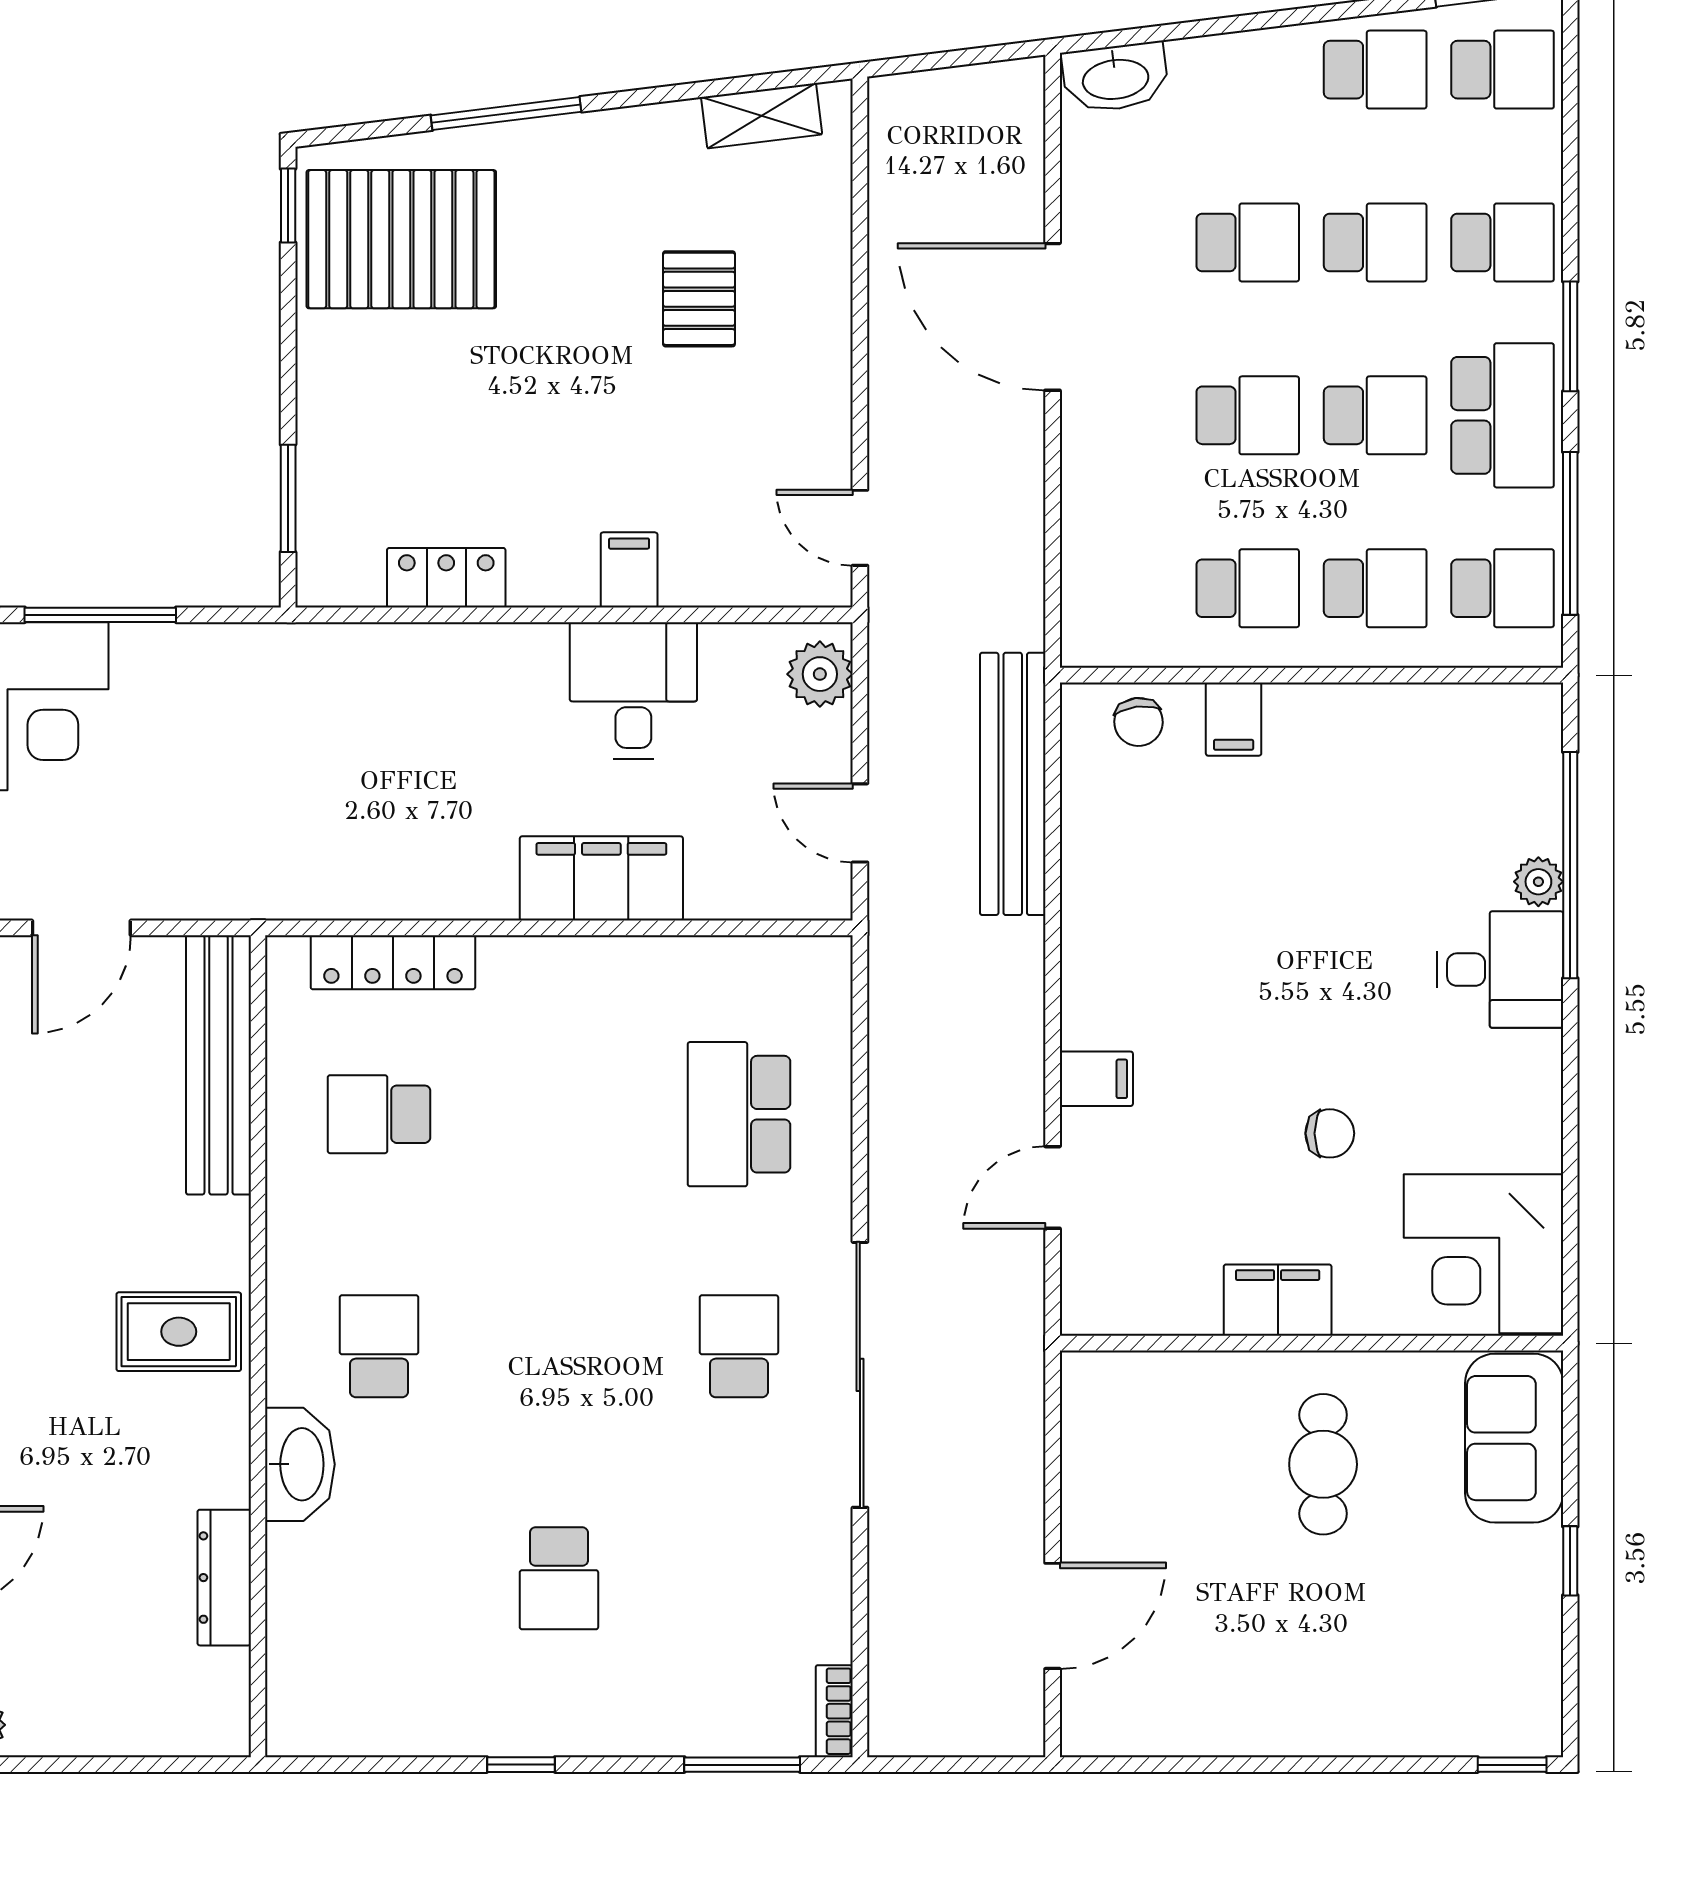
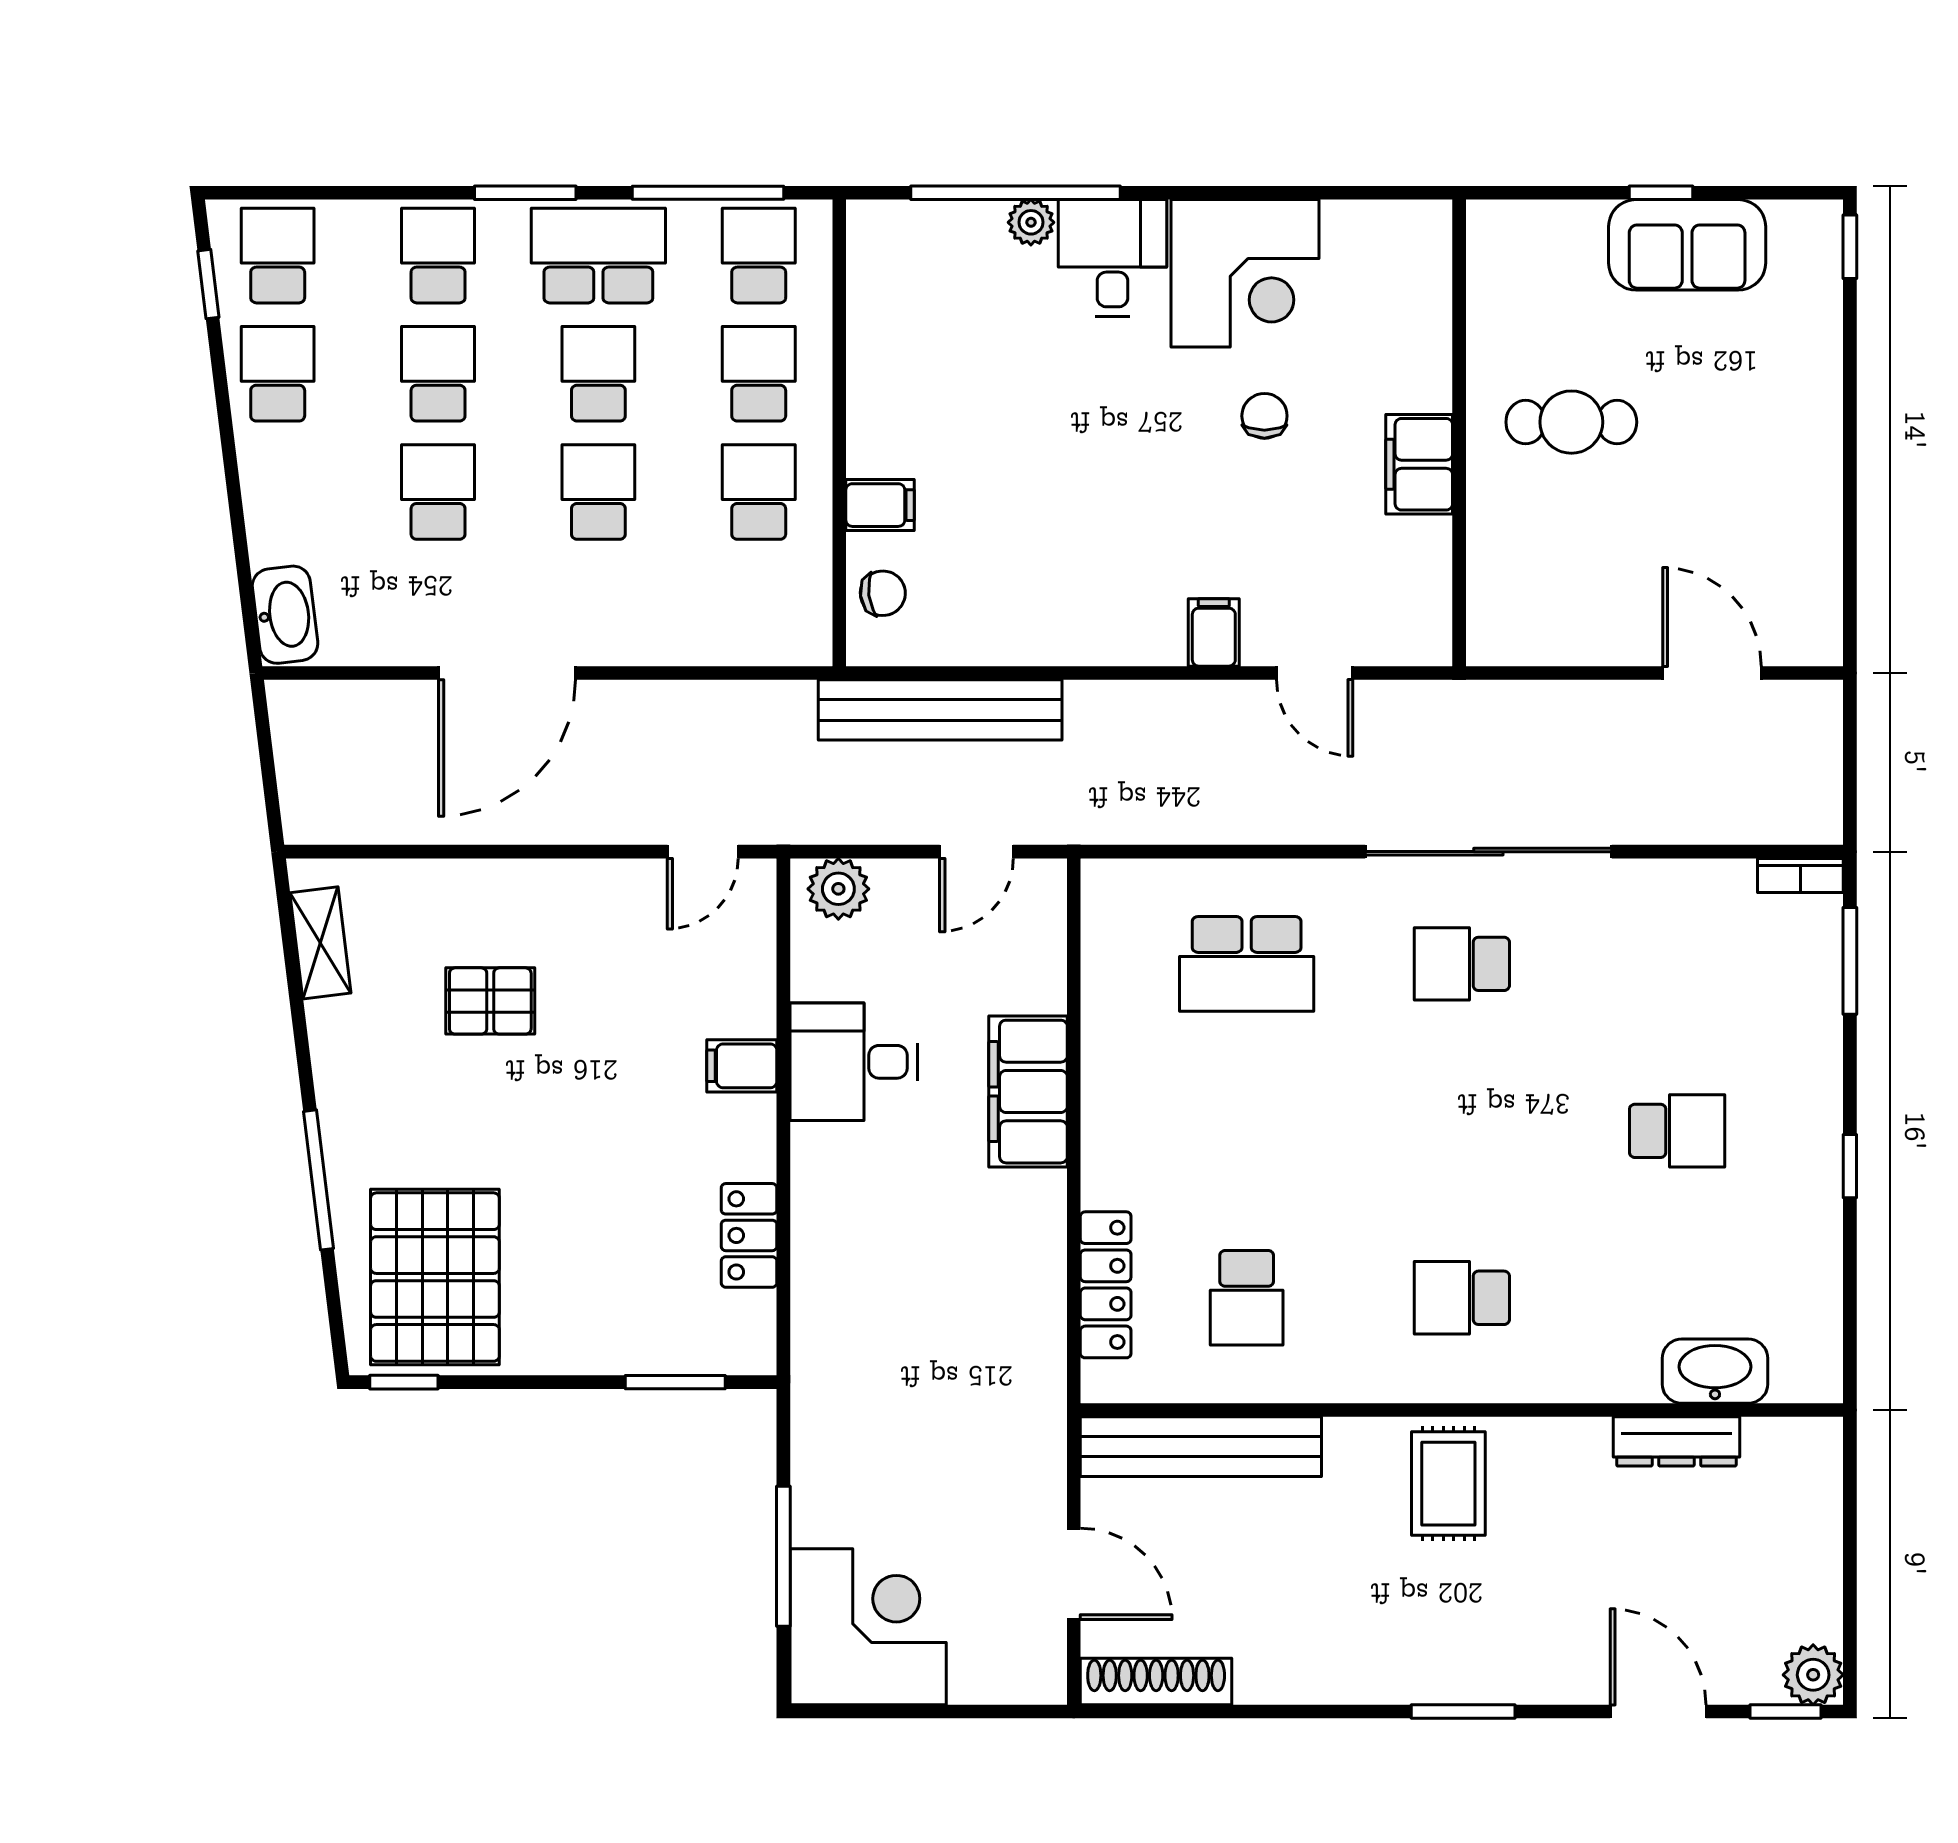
corner desk: (1483, 1254) -> (1245, 273), moved
sofa: (1514, 1438) -> (1687, 245), moved
washbasin: (300, 1464) -> (1715, 1371), moved

